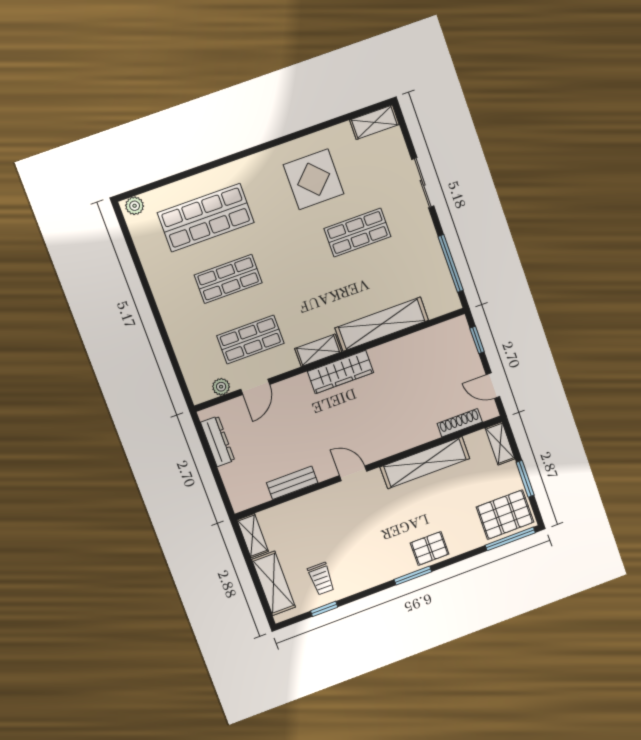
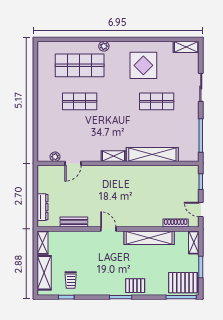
plant: (135, 206) -> (104, 46), moved
shop shelf: (250, 340) -> (80, 137), removed
wardrobe: (341, 372) -> (121, 172), removed
dresser: (218, 441) -> (43, 207), moved

